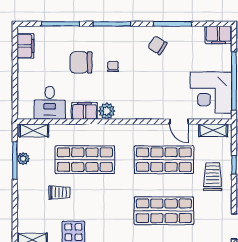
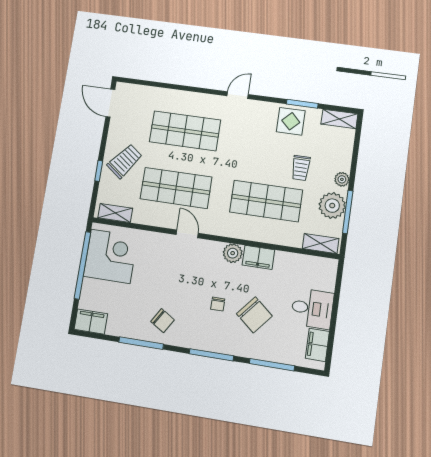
chair: (81, 62) -> (254, 315), turned 40
desk: (50, 103) -> (312, 308), moved, turned 90
door: (179, 122) -> (187, 234), moved
plant: (23, 159) -> (332, 206), width x1.87, depth x1.87
trolley: (213, 177) -> (125, 161), turned -143
plant: (23, 188) -> (342, 179), added
trolley: (59, 193) -> (301, 168), turned -90

